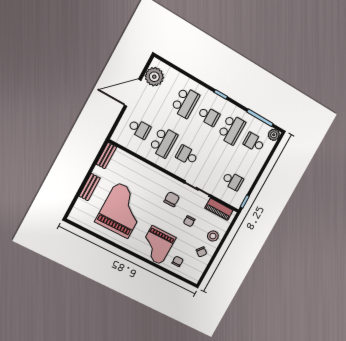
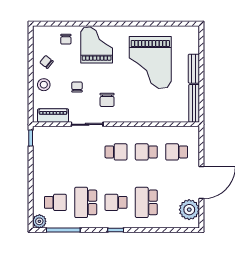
school desk: (163, 142) -> (146, 152), width x0.54
bench: (106, 156) -> (194, 103), width x1.36
school desk: (233, 181) -> (55, 152), removed

